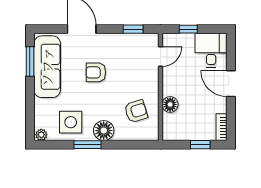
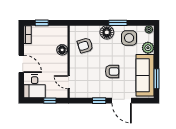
window: (133, 29) -> (99, 101), moved
door: (161, 57) -> (69, 82), hinge flipped
plant: (43, 108) -> (148, 48), added

